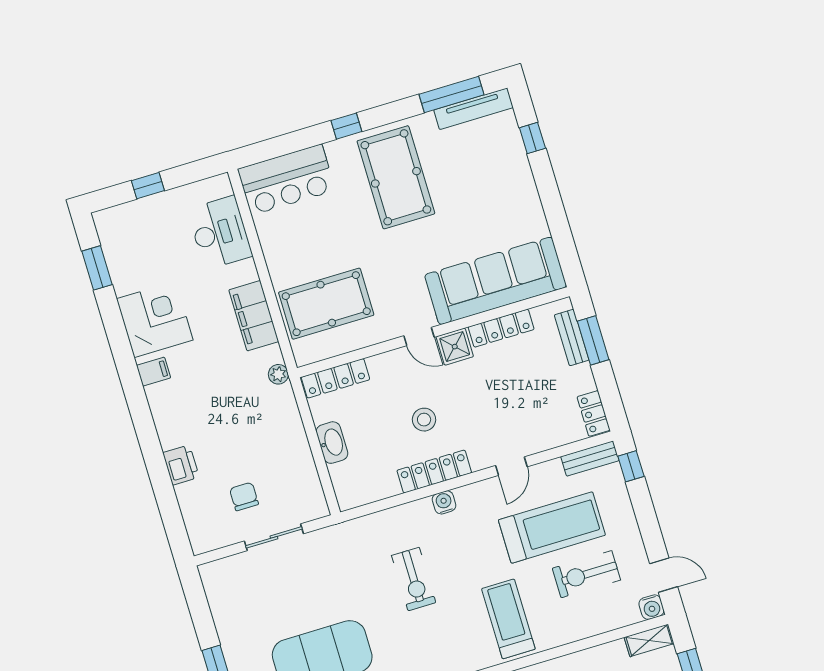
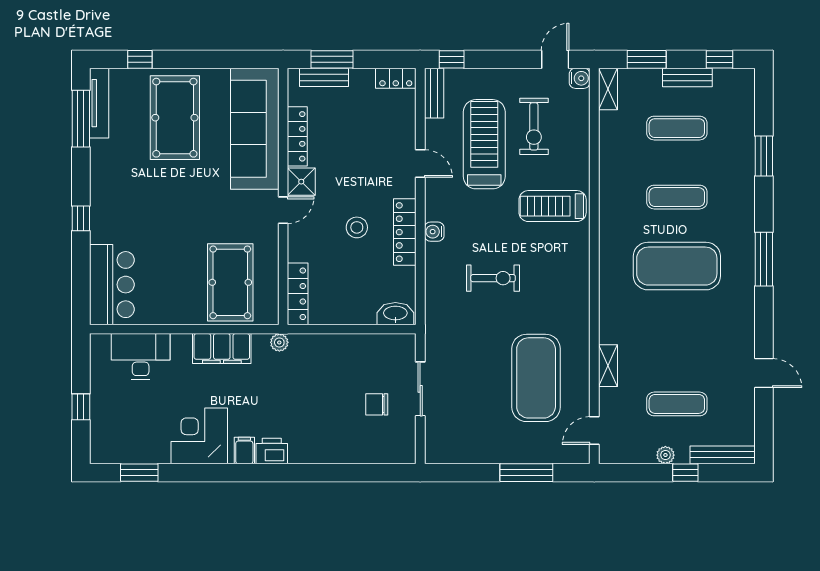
pool table: (396, 177) -> (175, 118), moved, turned 90
washbasin: (332, 443) -> (395, 314), moved
printer: (181, 465) -> (272, 451), moved

